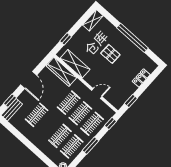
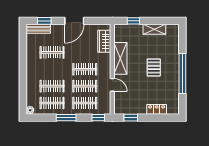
shelving: (93, 20) -> (154, 29), moved
shelving: (75, 64) -> (120, 58), moved
wardrobe: (61, 72) -> (104, 41), width x0.67

